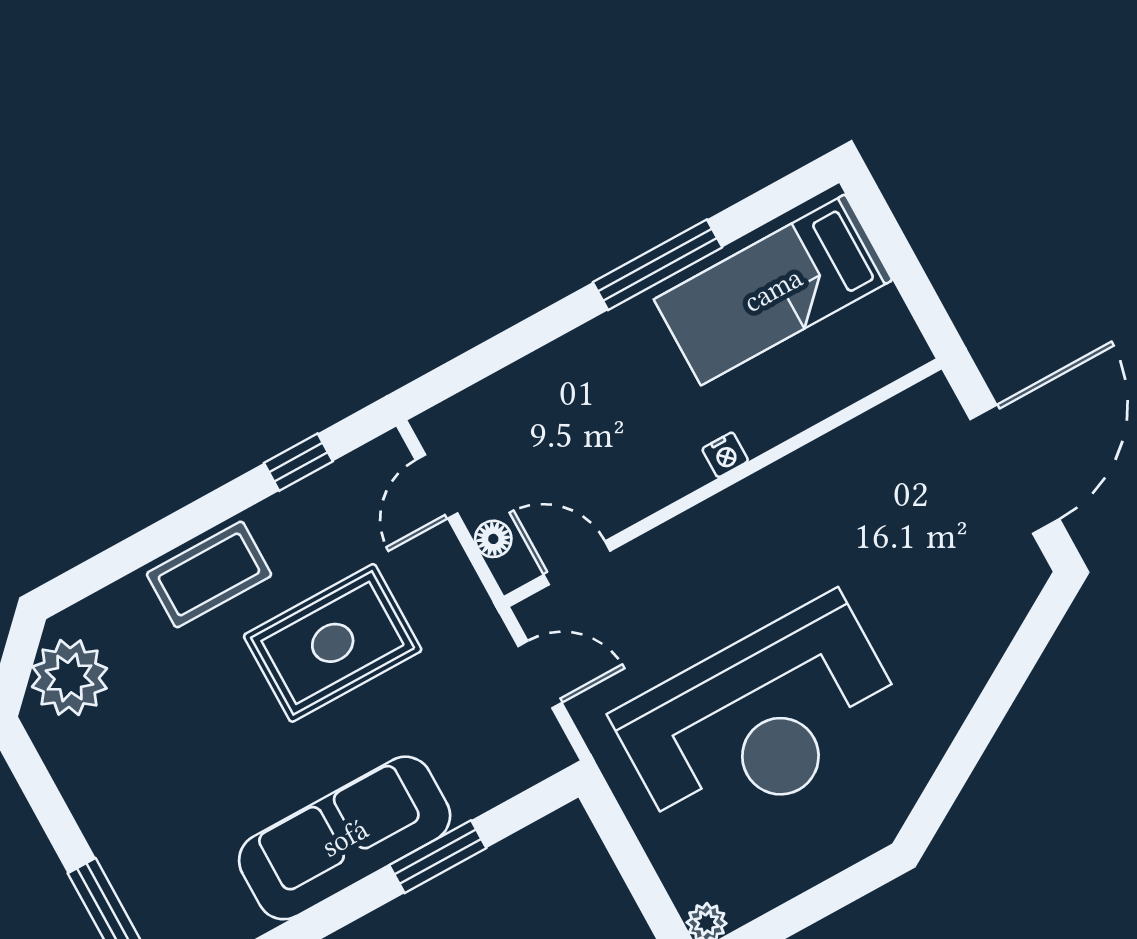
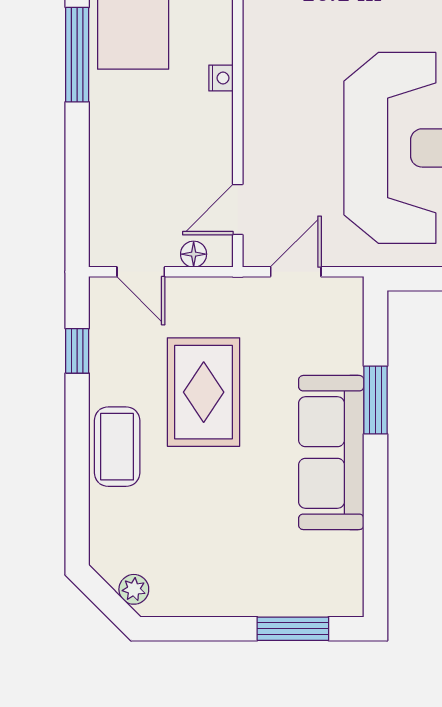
plant: (70, 678) -> (134, 589), width x0.53, depth x0.53

